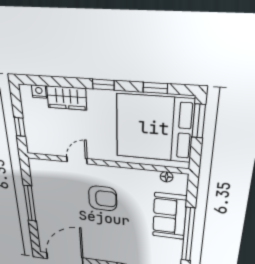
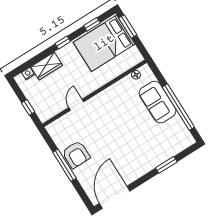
bed: (154, 128) -> (104, 43), width x0.73
armchair: (103, 198) -> (76, 155), moved, turned 90

